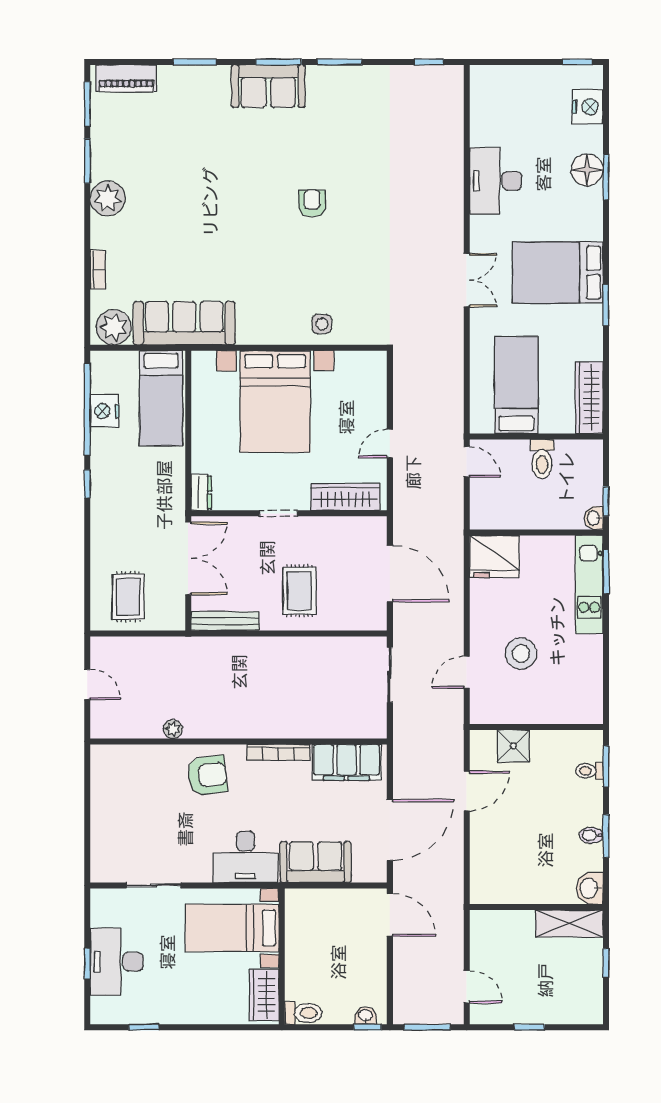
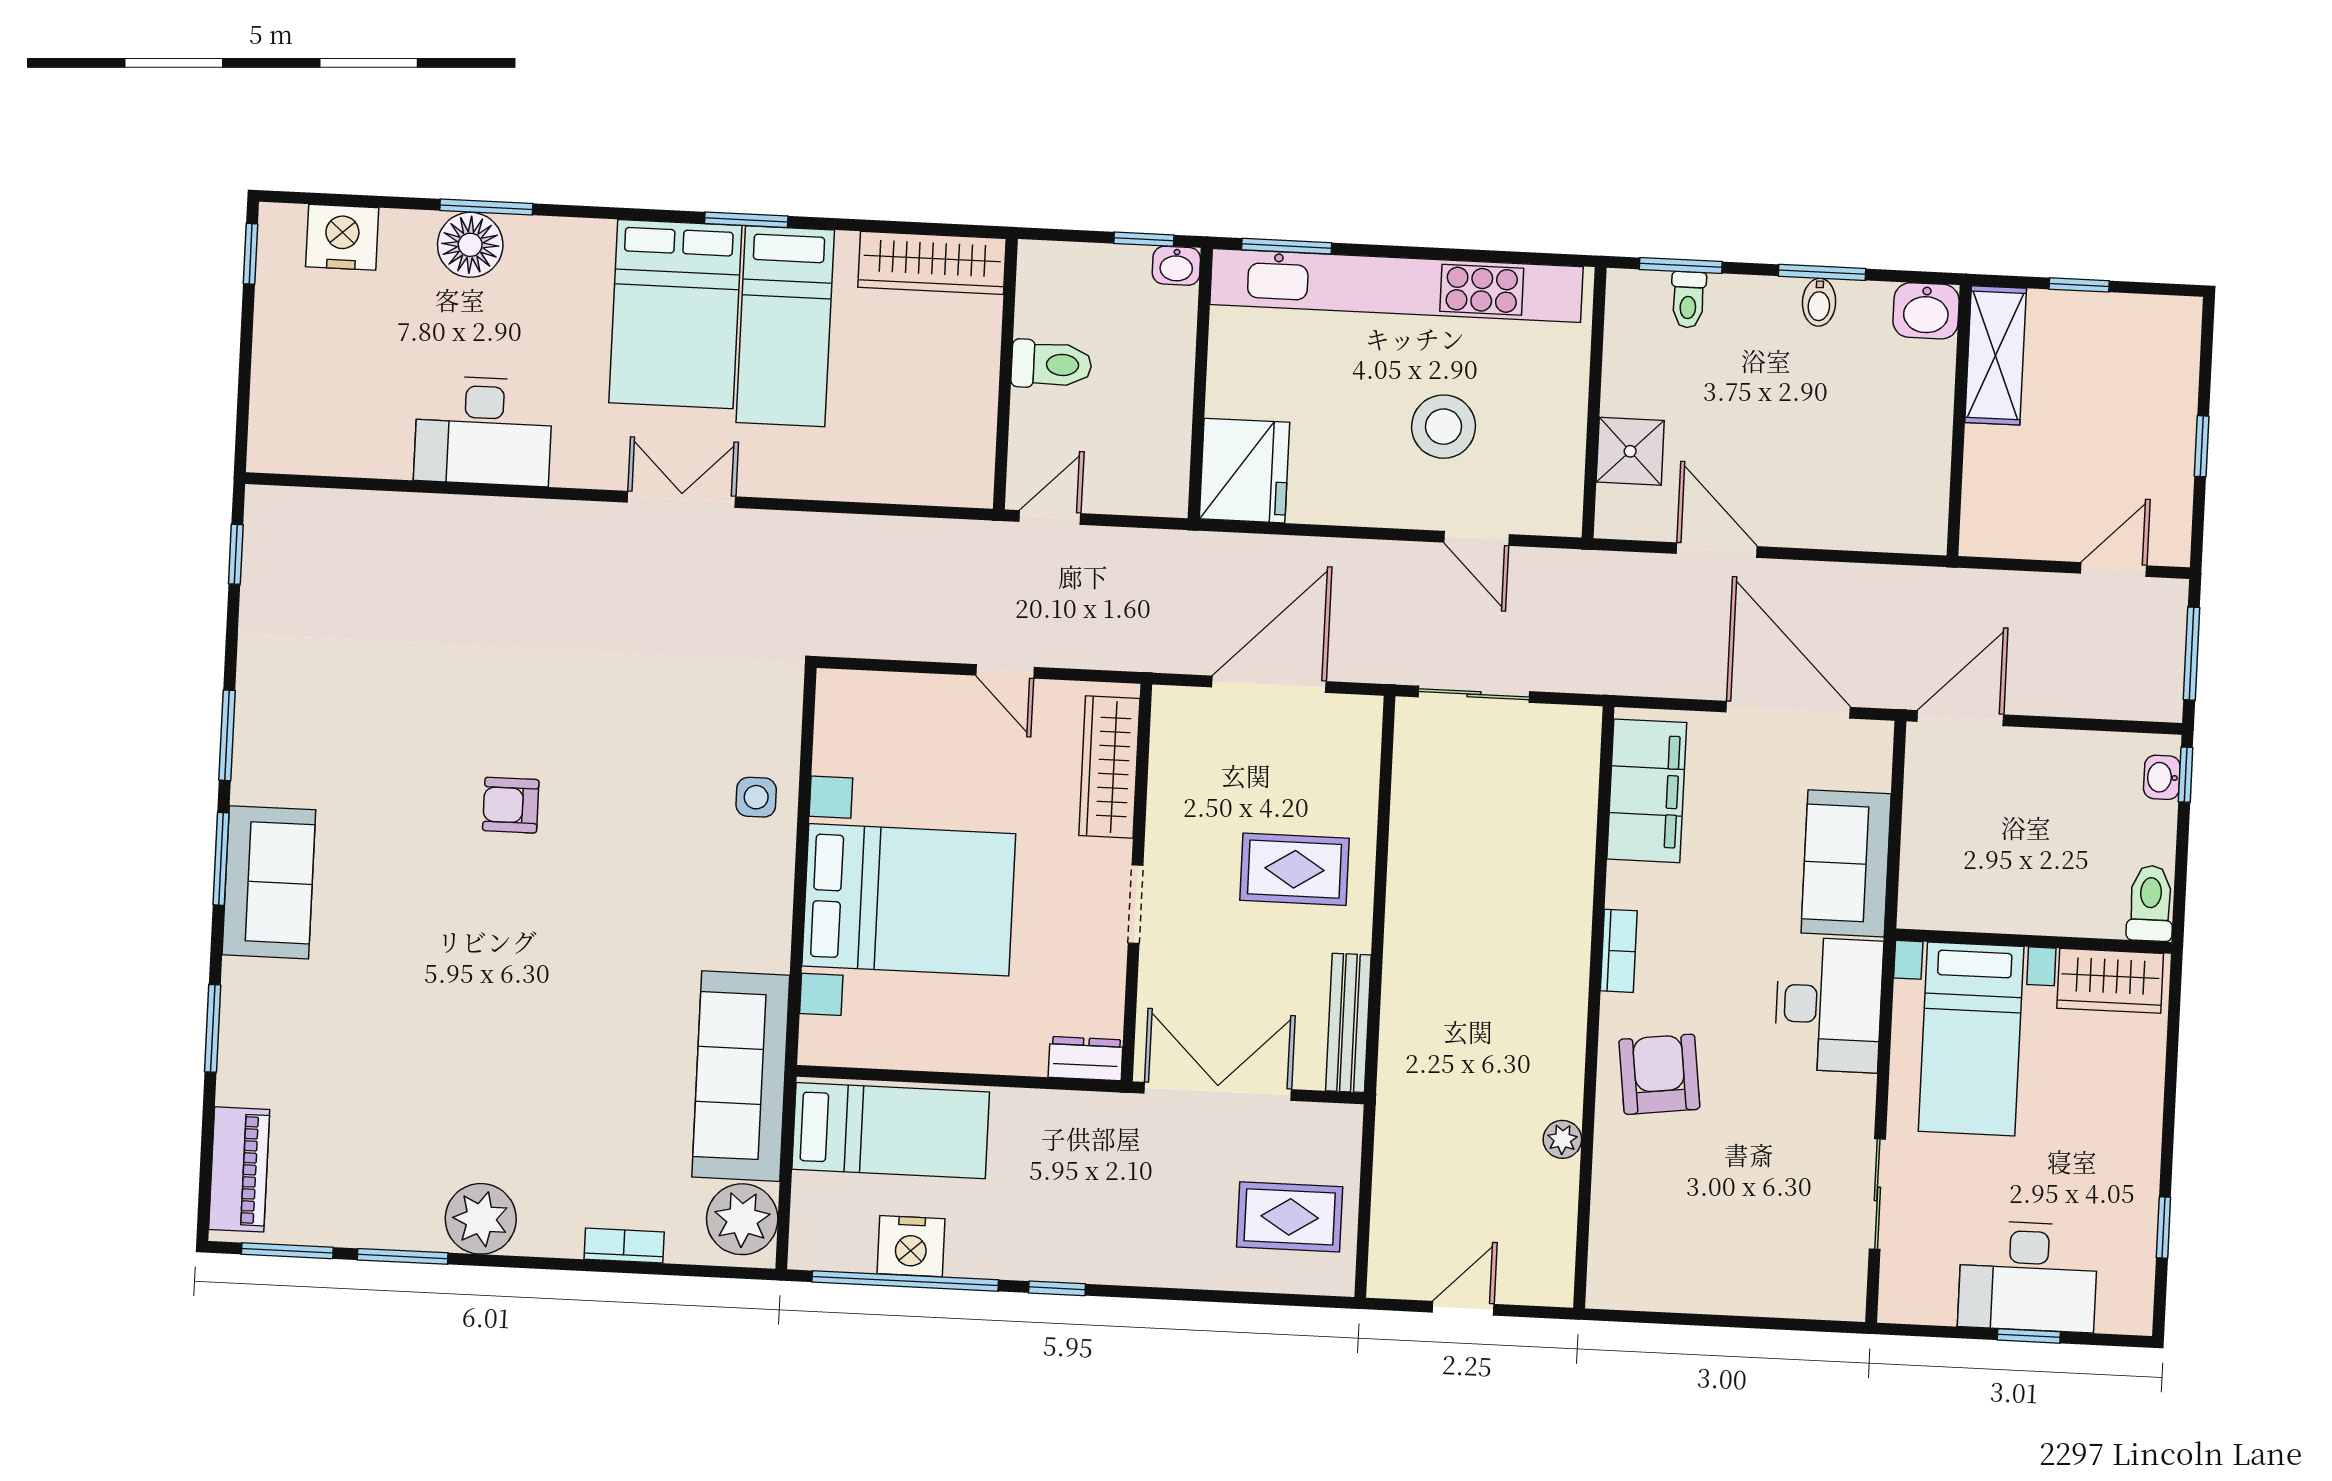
bed: (516, 385) -> (785, 326), moved, turned -90
kitchen unit: (589, 585) -> (1396, 286), width x1.86
bookcase: (278, 752) -> (1619, 951), width x0.64

